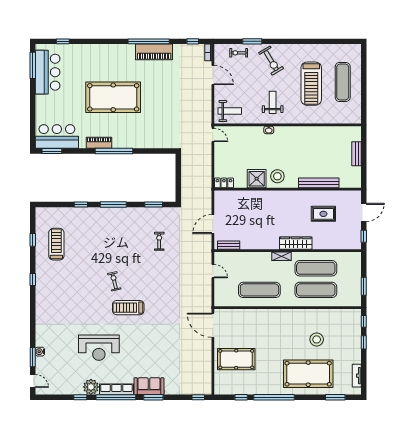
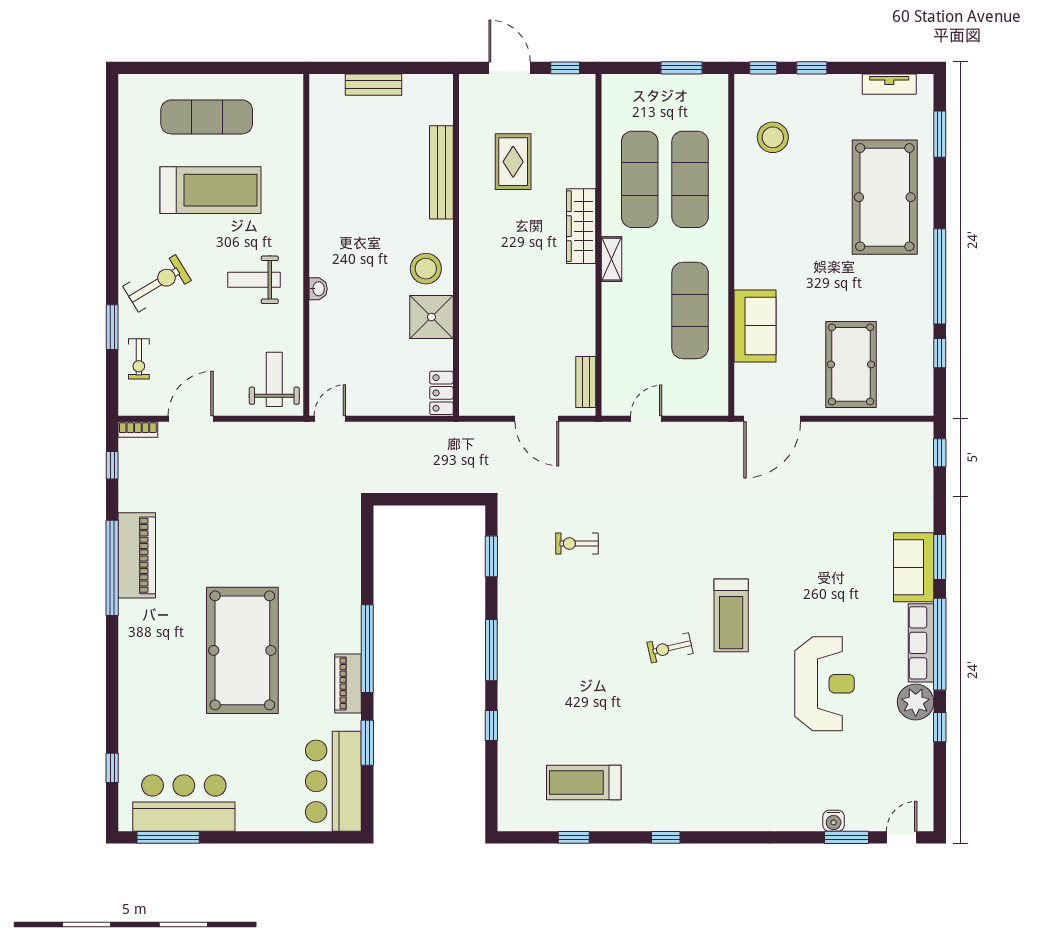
window: (52, 151) -> (367, 743), moved
sofa: (253, 318) -> (755, 326), added
stool: (317, 339) -> (773, 137), moved

